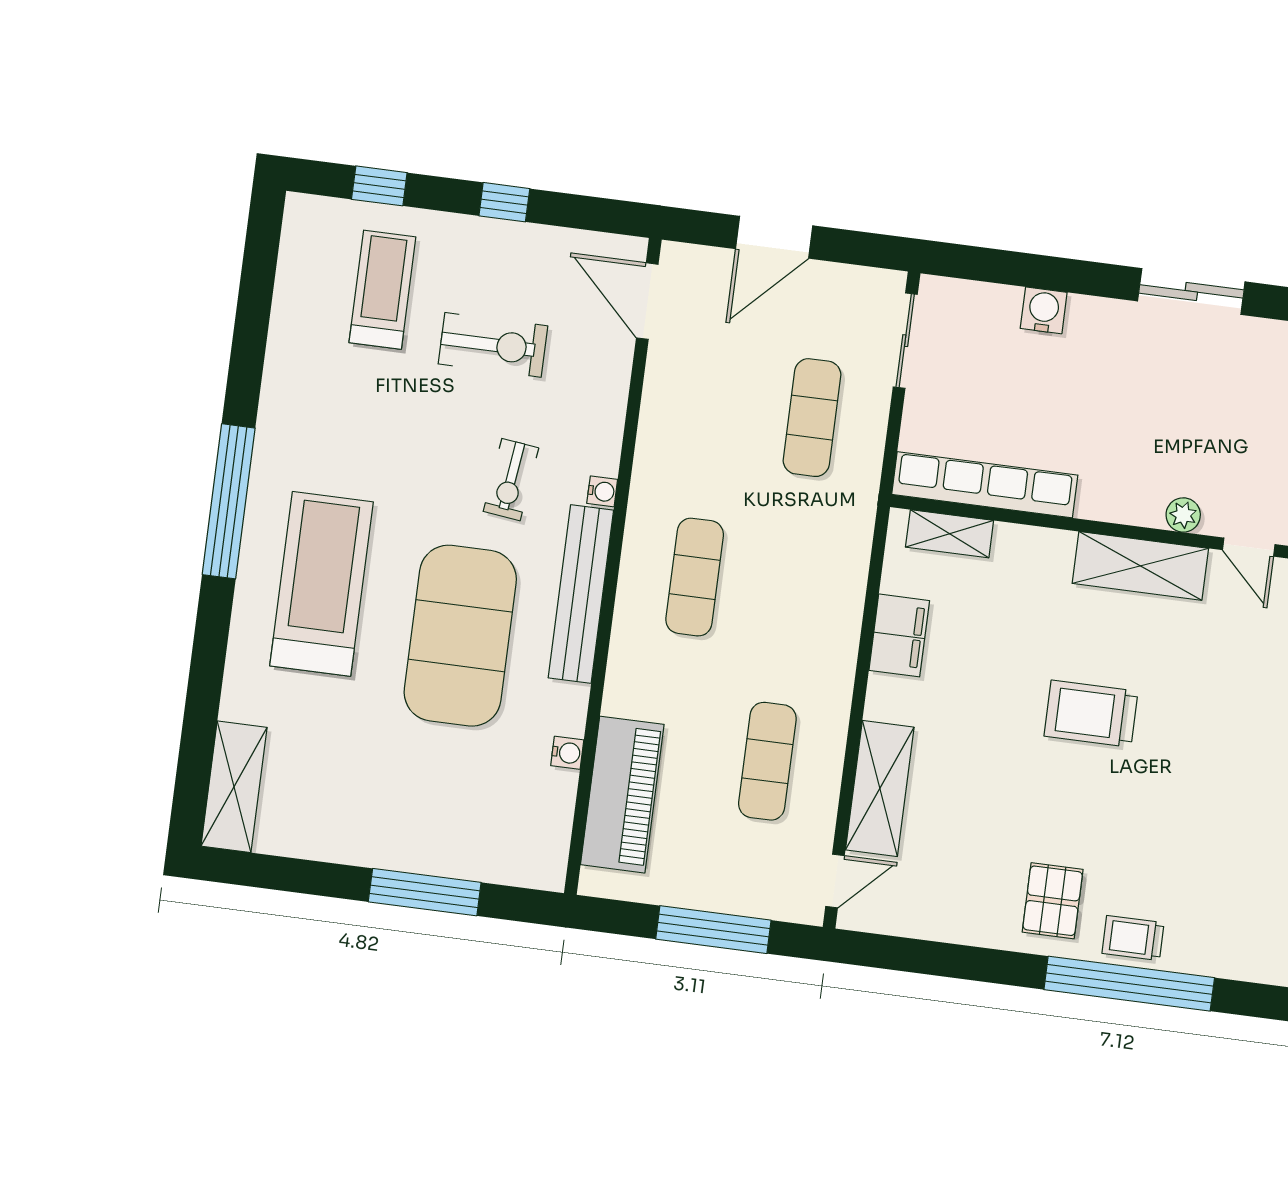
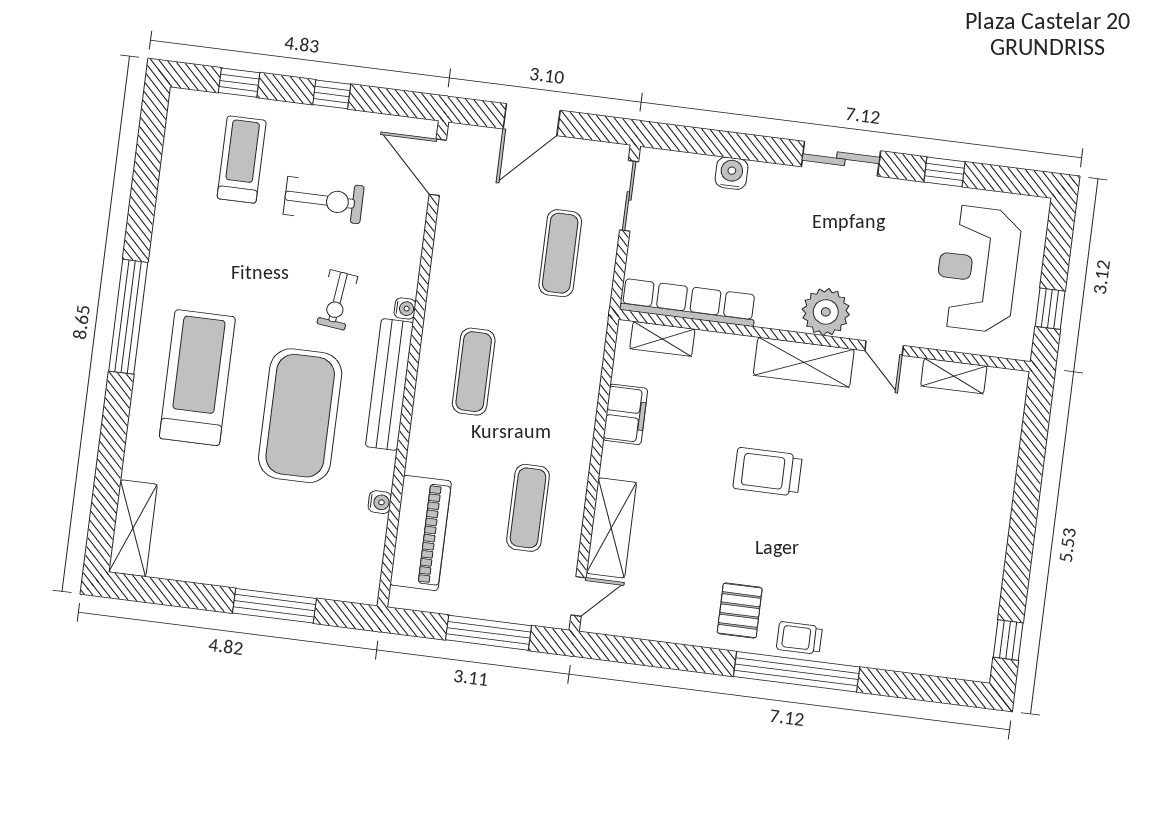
plant: (1183, 515) -> (826, 312), width x1.87, depth x1.87

